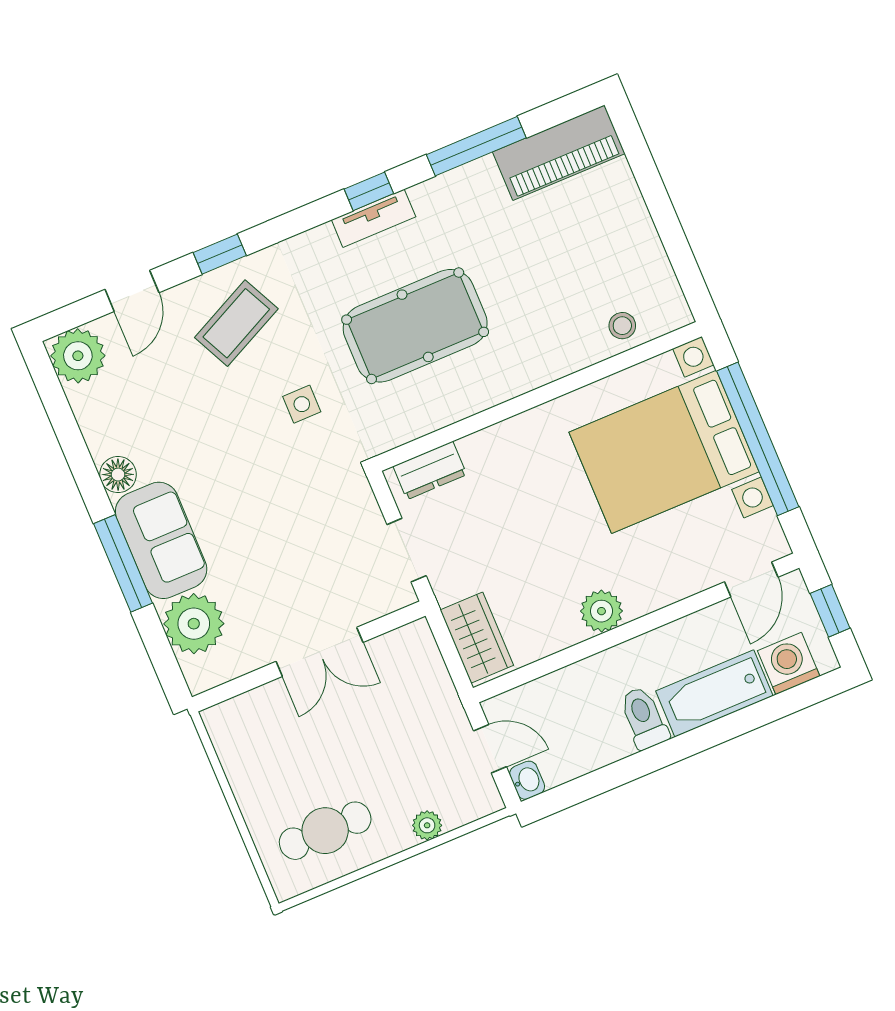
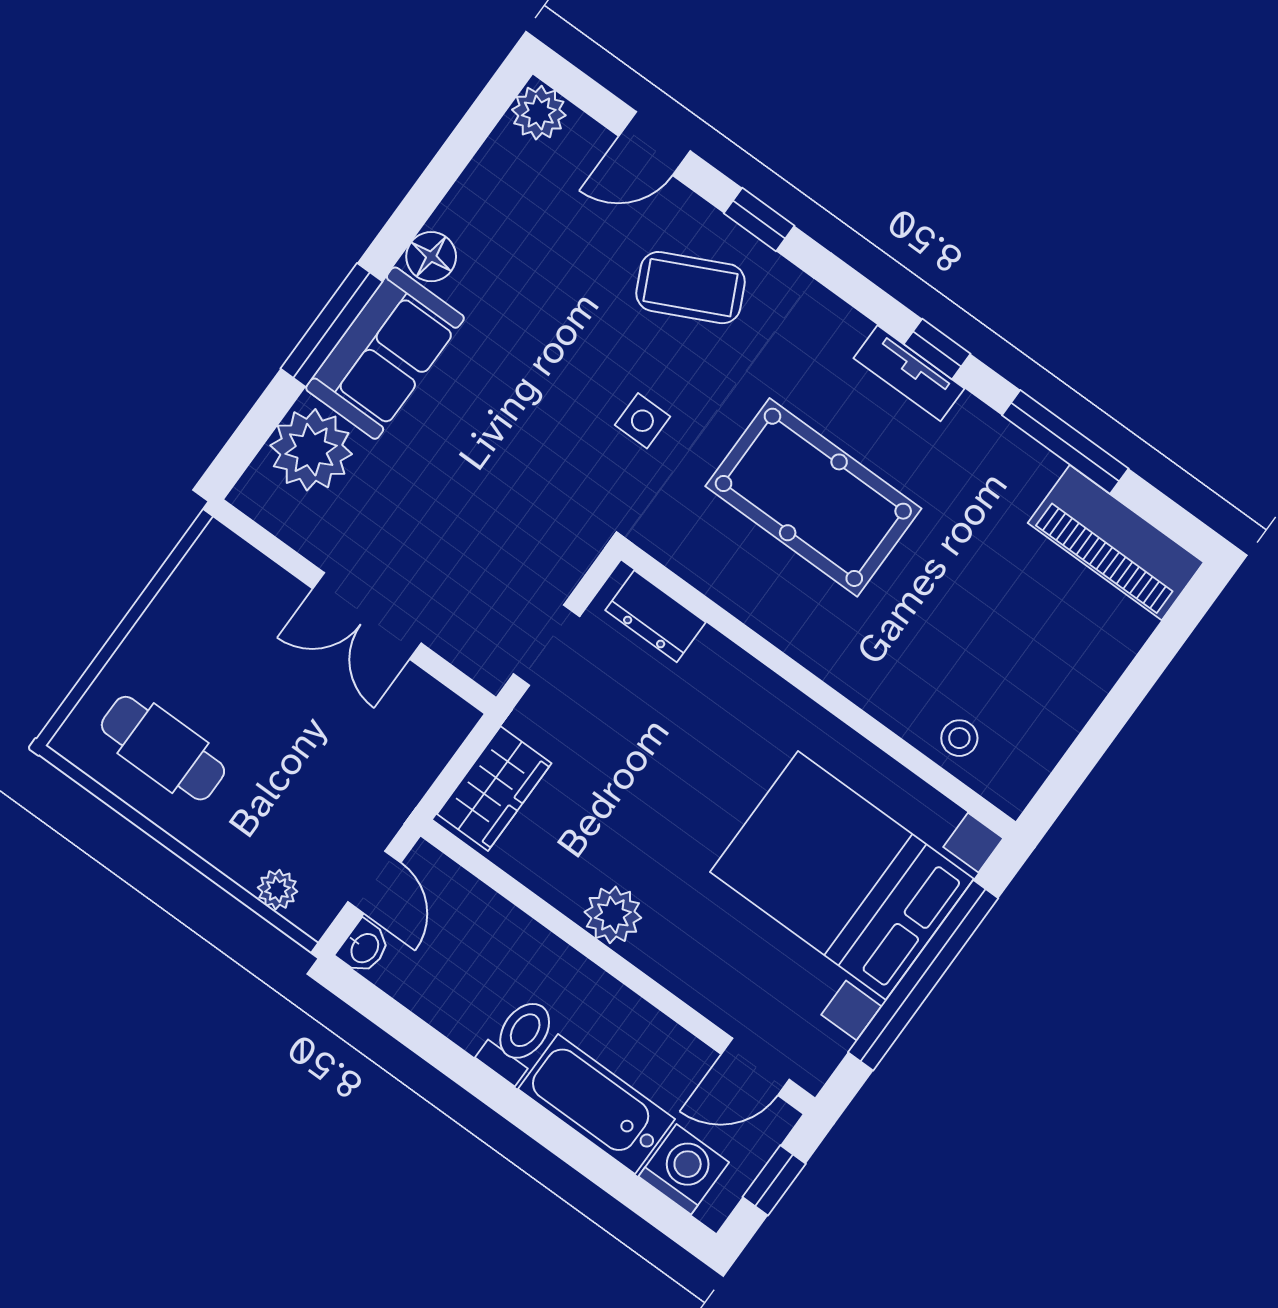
plant: (78, 356) -> (539, 113), width x0.73, depth x0.73
plant: (427, 825) -> (278, 890), moved

